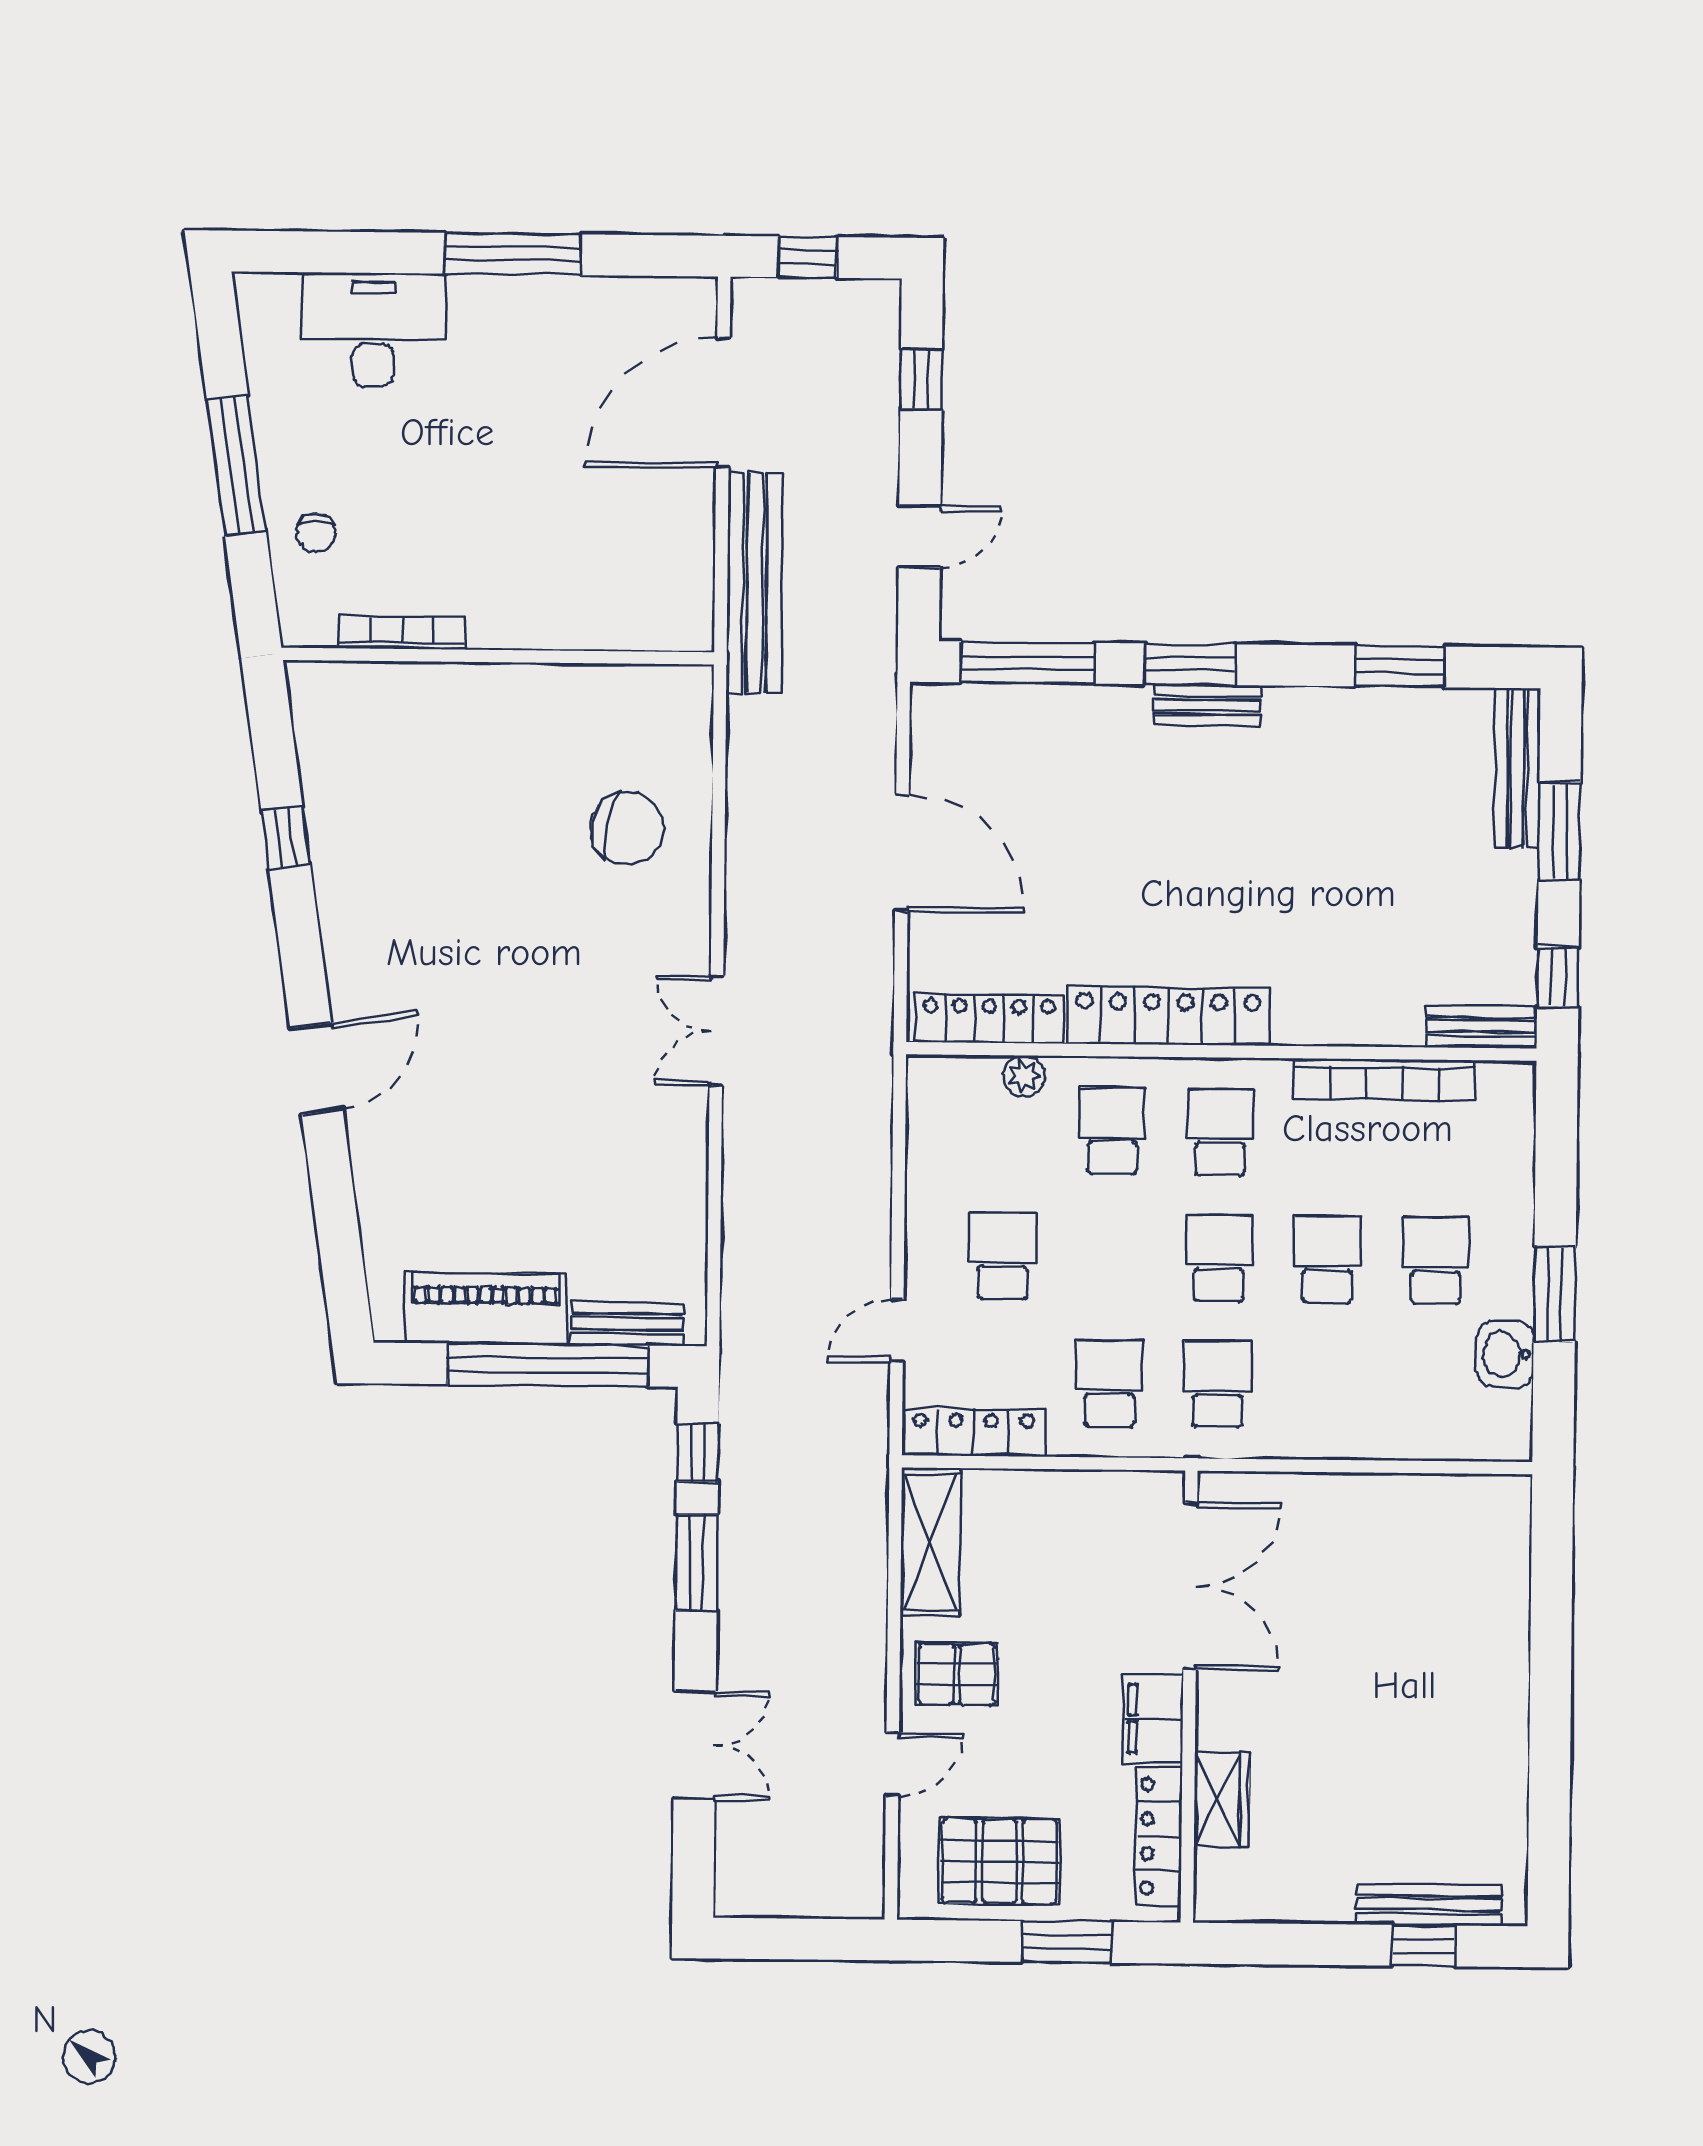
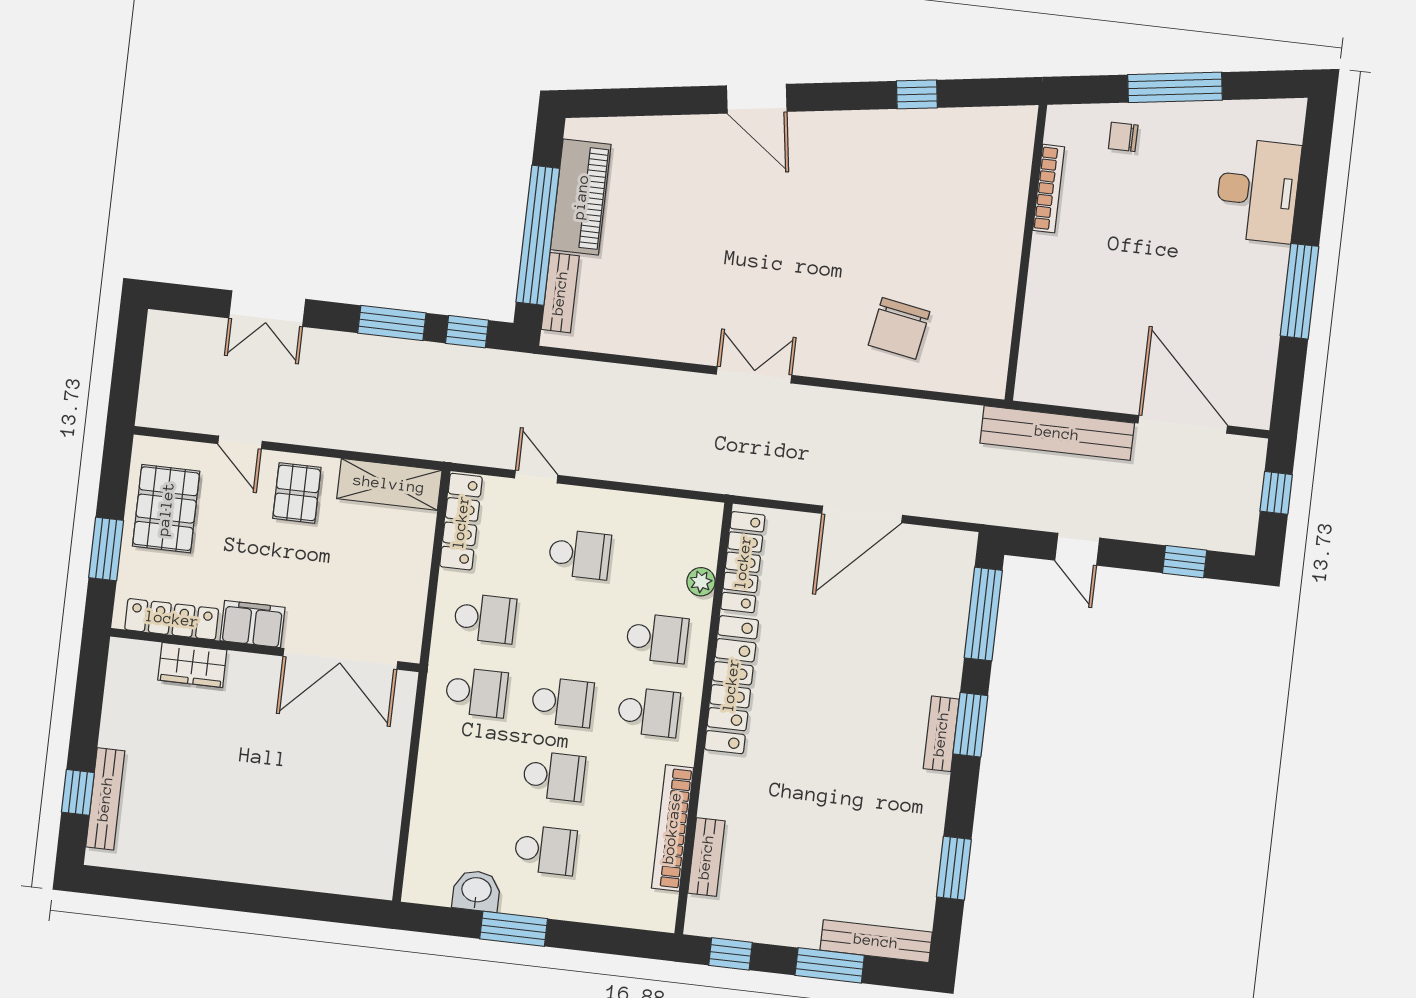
bench: (1482, 1027) -> (706, 857), moved

